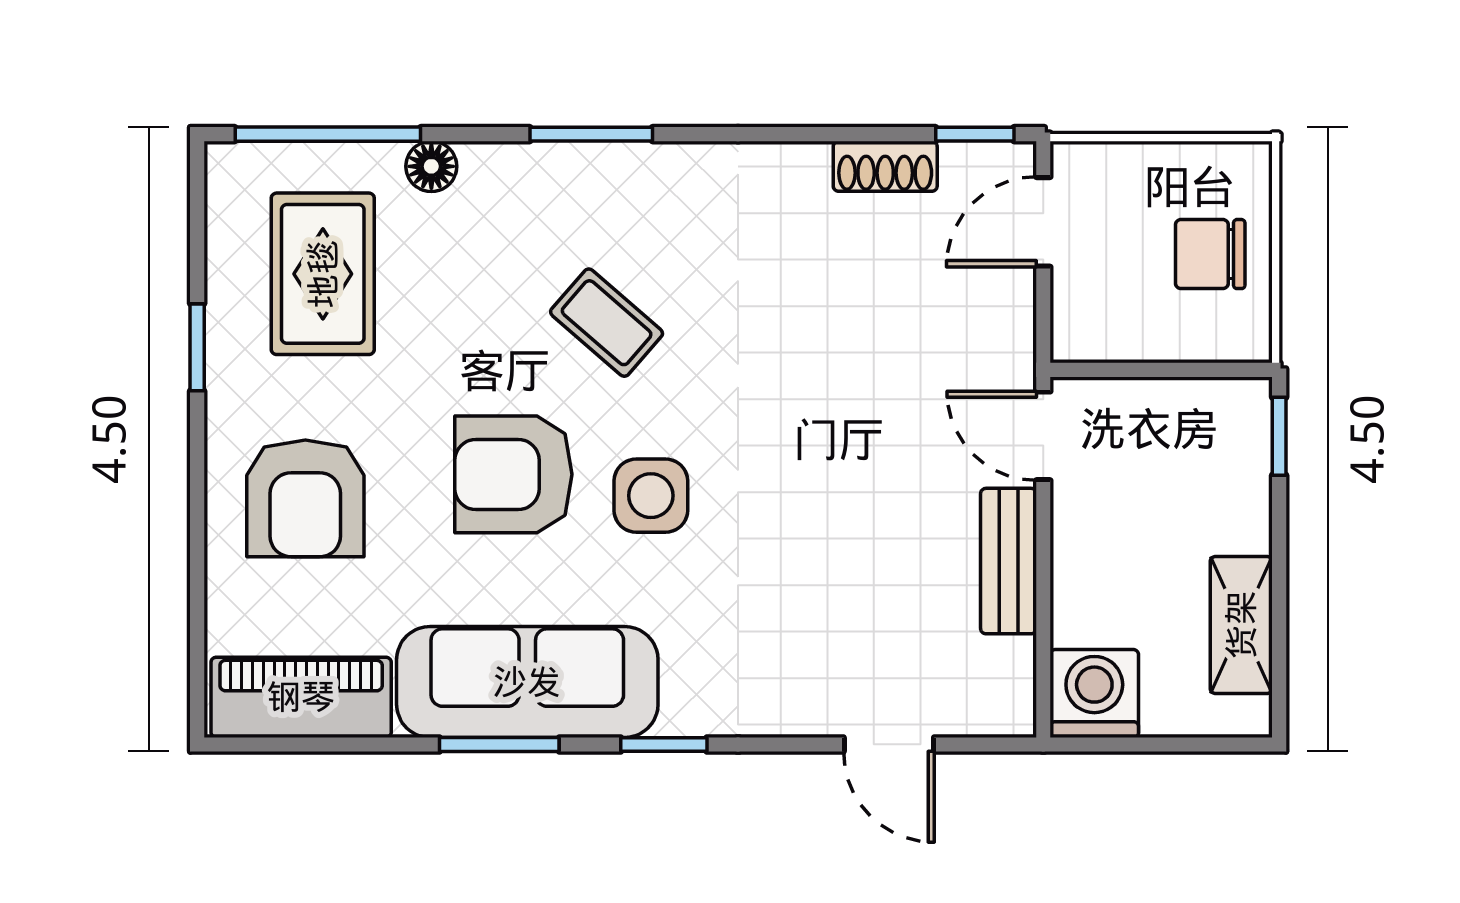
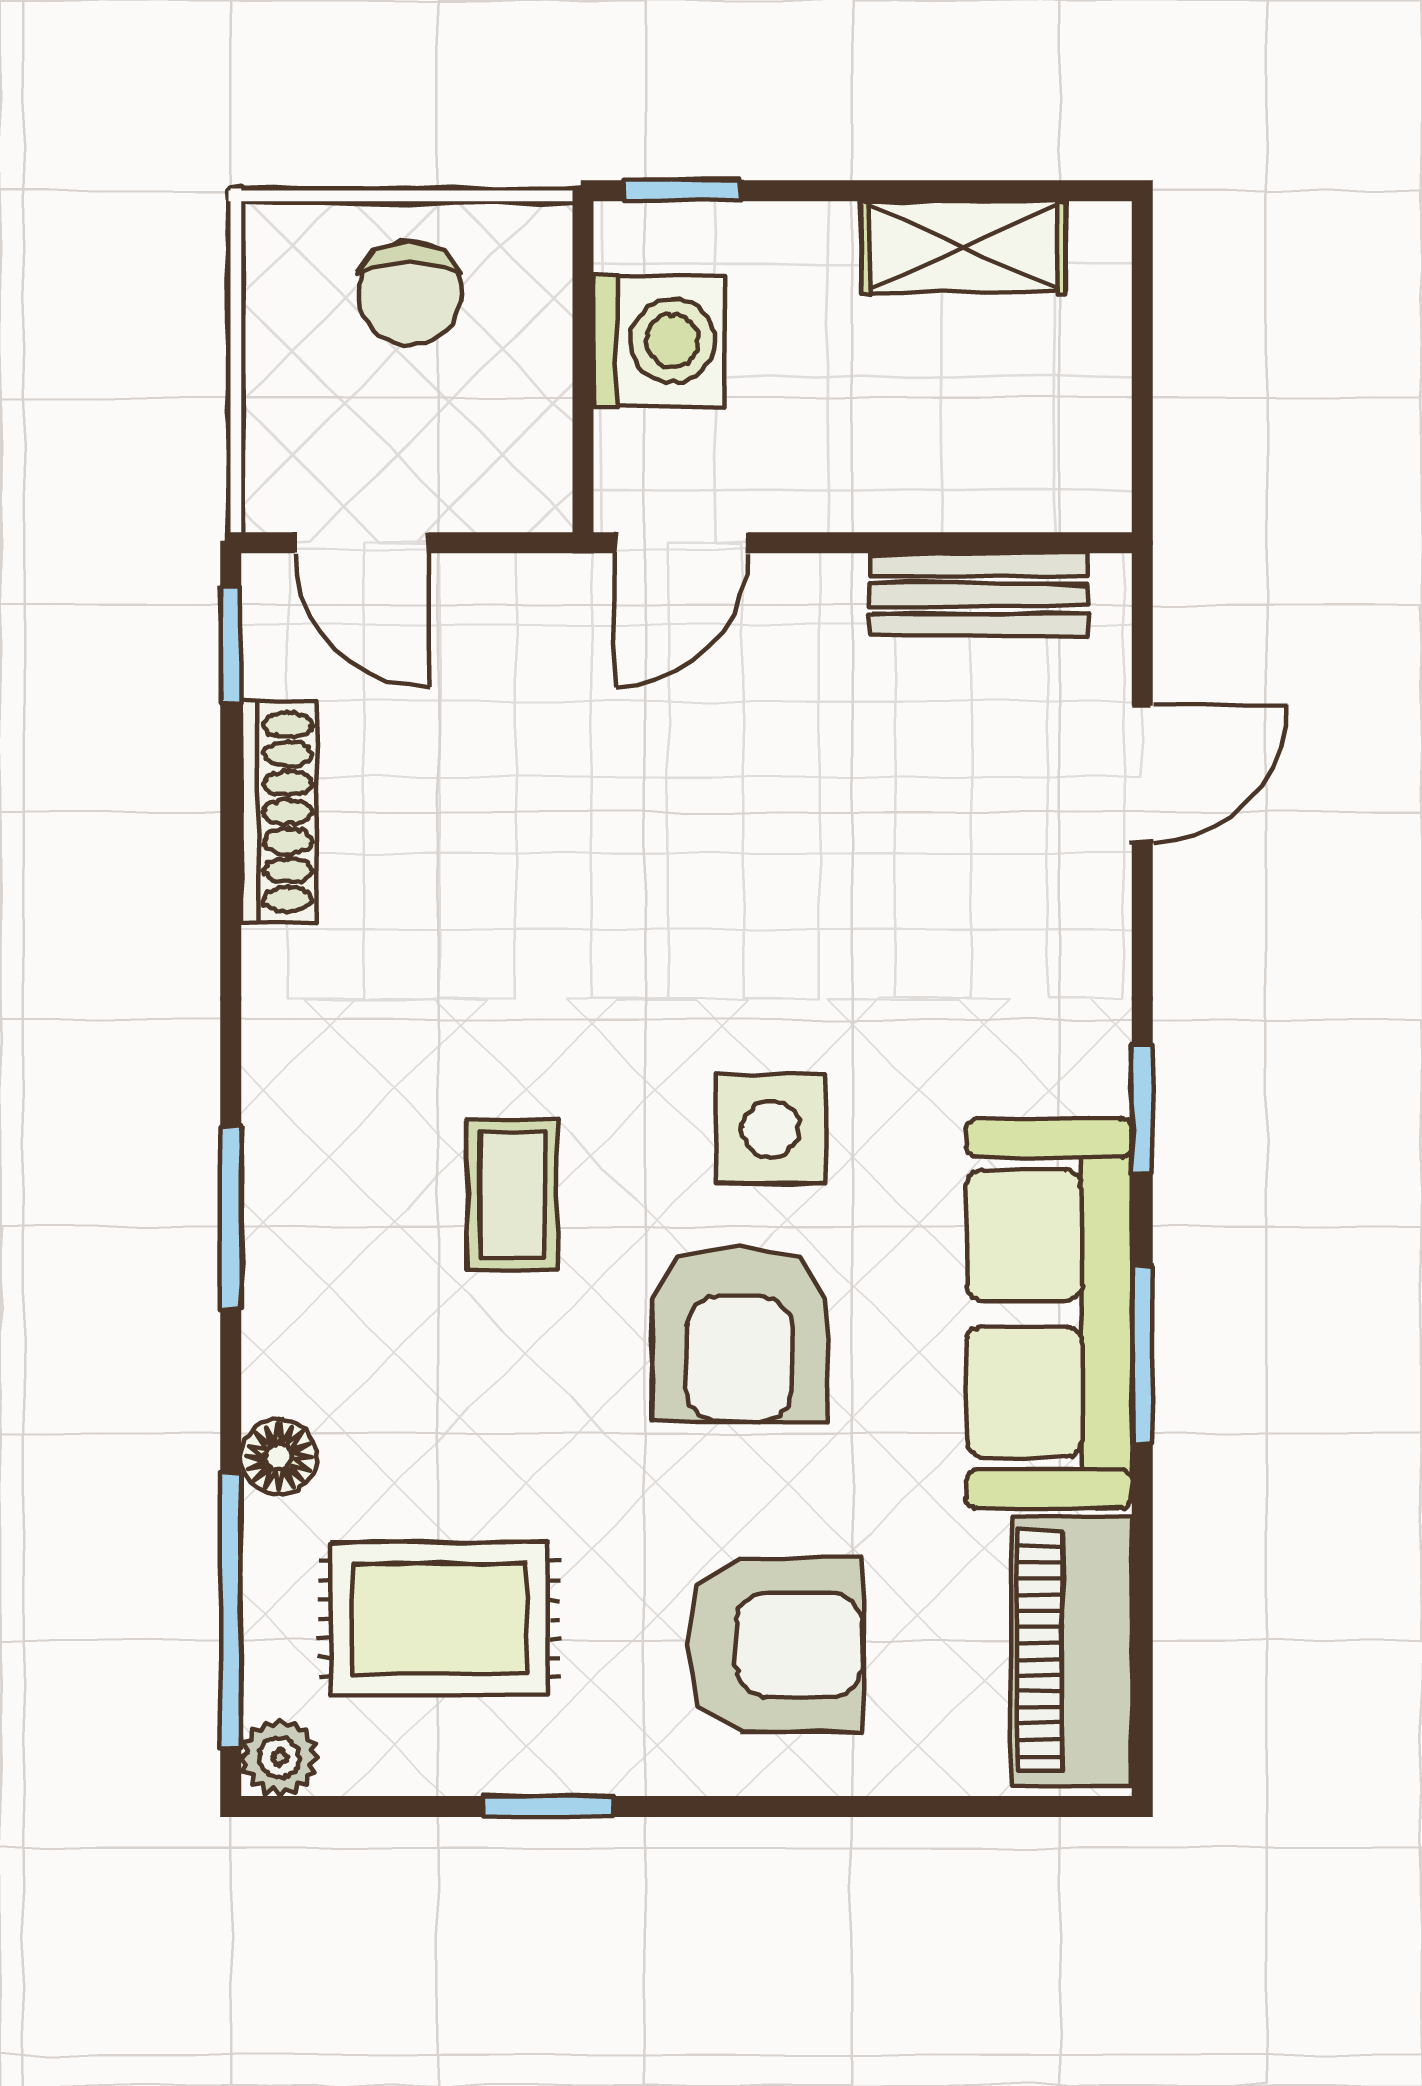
shoe rack: (885, 166) -> (279, 812), width x1.43
plant: (230, 167) -> (280, 1757), added
coffee table: (607, 323) -> (512, 1195), turned -41
bench: (1009, 561) -> (979, 595), moved
washing machine: (1094, 693) -> (659, 341), moved, turned 180

